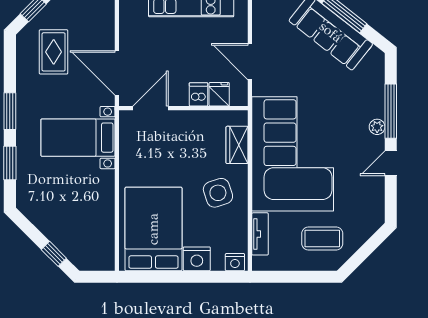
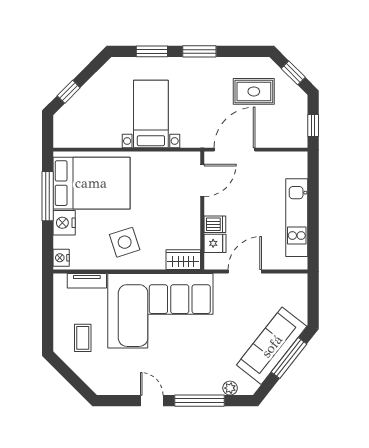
door: (151, 108) -> (202, 180), hinge flipped
plant: (377, 127) -> (230, 388), moved
bed with nightstands: (78, 138) -> (151, 114), moved
wardrobe: (237, 145) -> (183, 260), moved
coffee table: (322, 238) -> (83, 338), width x0.73, depth x0.77
window: (168, 277) -> (48, 196), added

